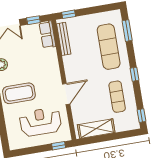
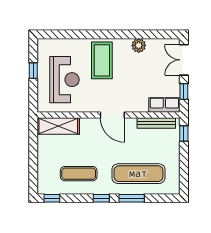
window: (127, 31) -> (132, 198), moved
door: (66, 94) -> (112, 115), moved
shelving: (96, 129) -> (58, 126), moved, turned 90
window: (59, 146) -> (33, 71), moved

